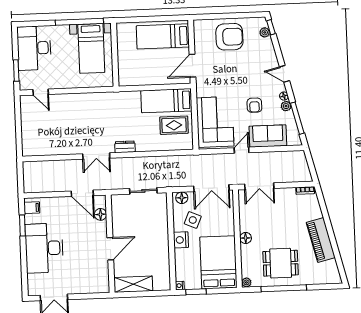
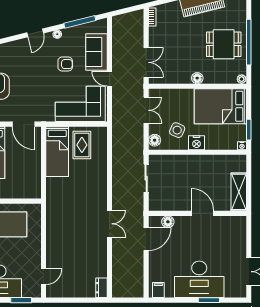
plant: (286, 106) -> (67, 33), removed
dresser: (125, 147) -> (101, 288), moved
double door: (211, 188) -> (146, 110), width x0.73
window: (22, 226) -> (209, 300), moved
dining table: (281, 263) -> (224, 44), turned 90

